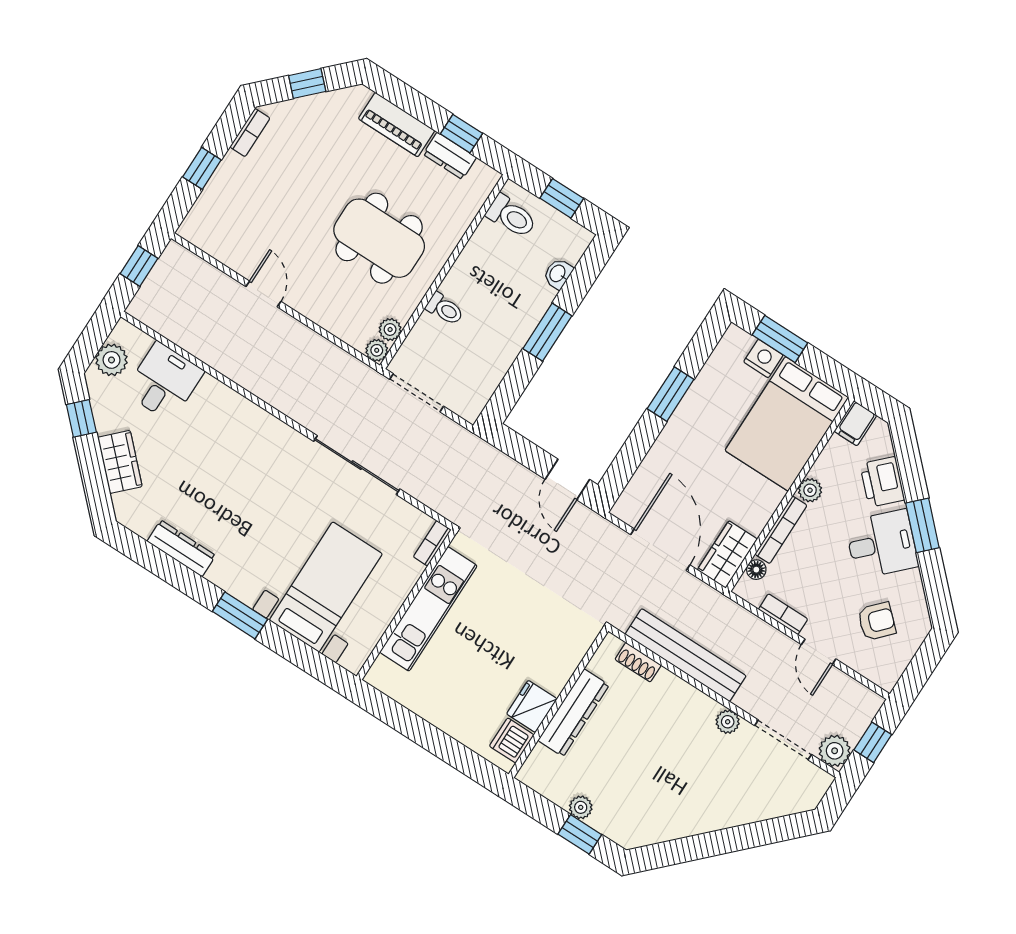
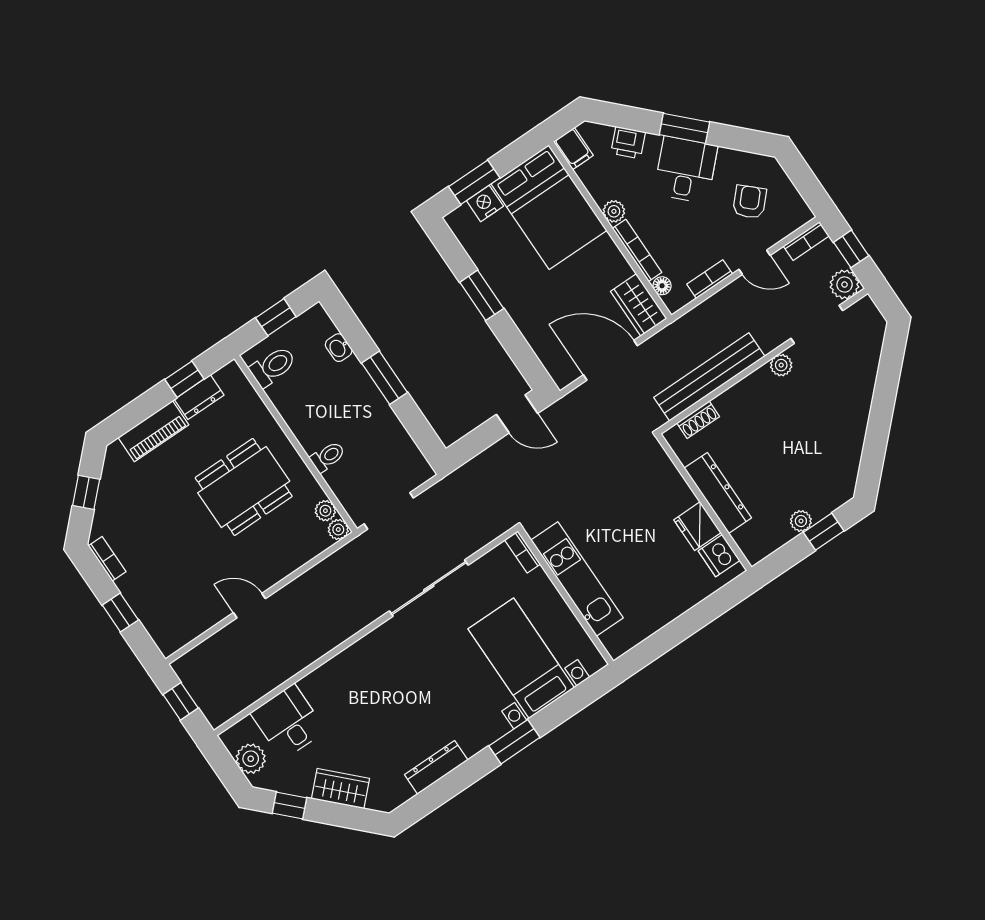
printer: (882, 482) -> (628, 143), width x0.73, depth x0.81
bookcase: (862, 694) -> (806, 241), added

